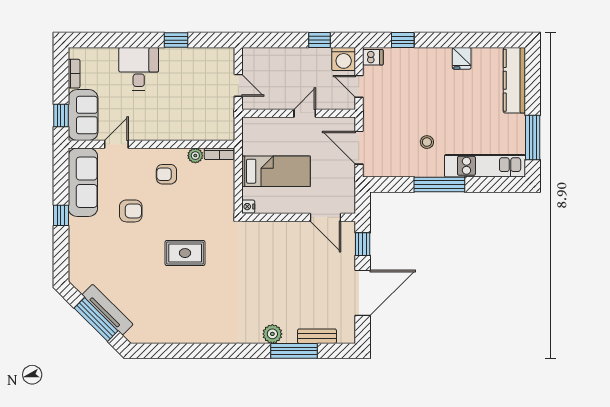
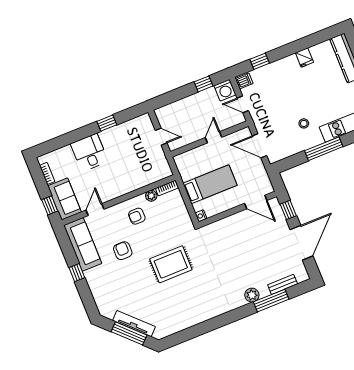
armchair: (131, 211) -> (123, 251), turned -90
rug: (185, 253) -> (171, 264), width x1.36, depth x1.43

